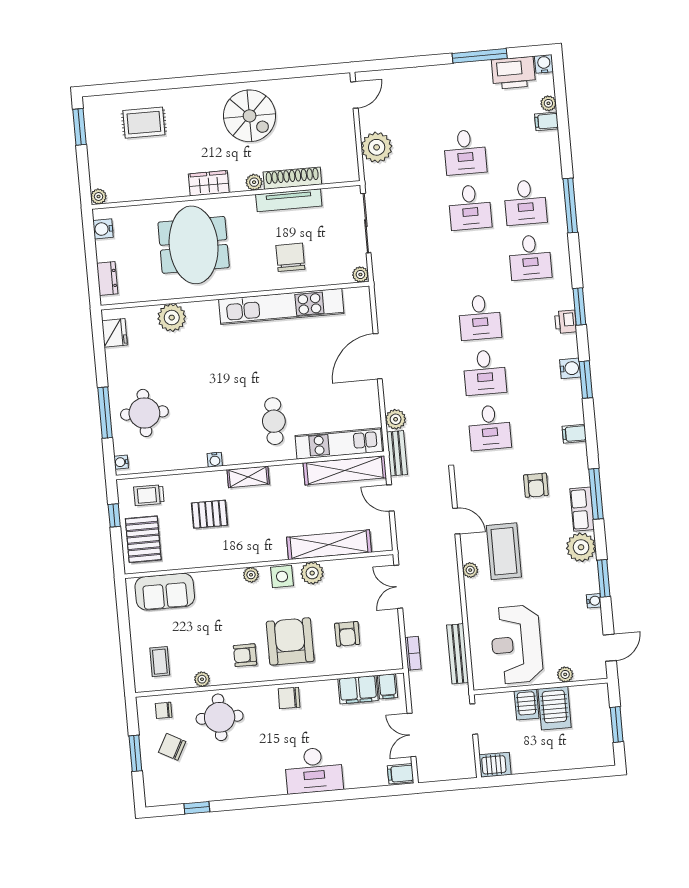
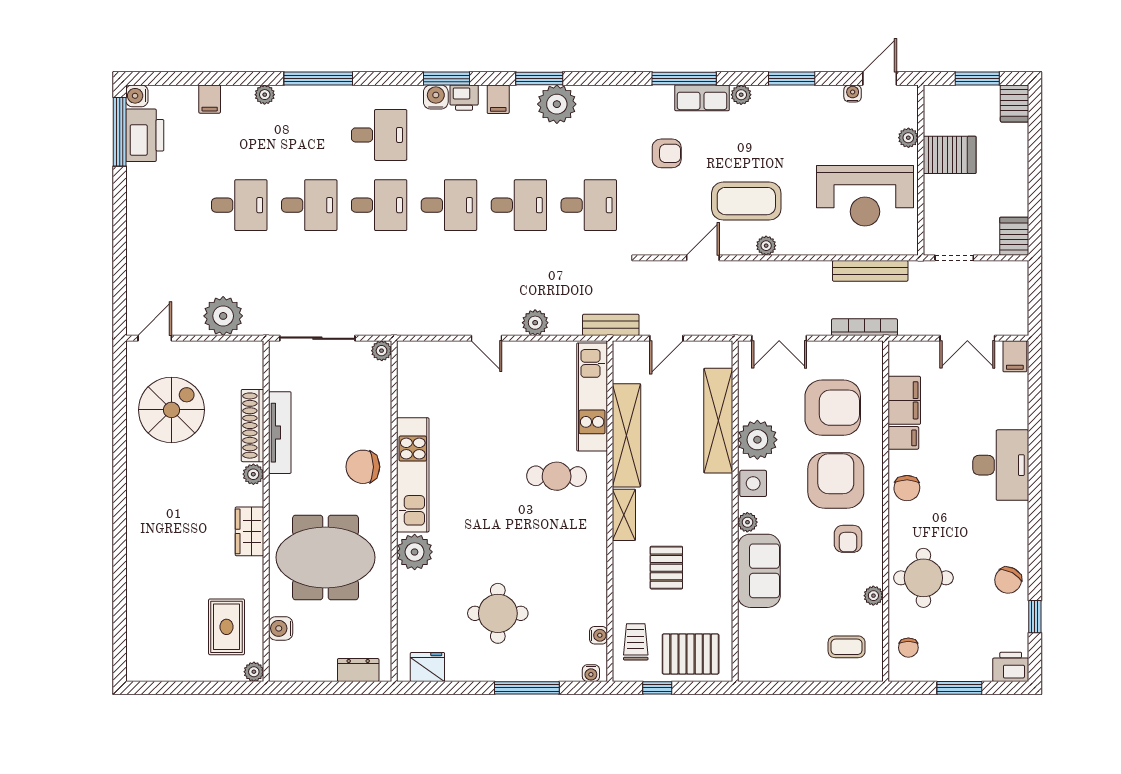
window: (480, 56) -> (120, 132), moved
door: (354, 95) -> (155, 338), hinge flipped
plant: (548, 103) -> (265, 95), moved
spiral stairs: (250, 116) -> (172, 410), moved
rug: (144, 123) -> (226, 627), moved
window: (80, 127) -> (164, 688), removed
desk: (525, 202) -> (379, 205), moved
water cooler: (103, 229) -> (281, 628), moved, turned 90
chair: (290, 257) -> (363, 467), moved
kitchen unit: (281, 306) -> (413, 475), width x0.73
plant: (172, 318) -> (415, 552), moved
door: (378, 356) -> (487, 338), width x0.53
water cooler: (570, 368) -> (436, 97), moved
plant: (567, 395) -> (557, 104), added
round table: (144, 413) -> (498, 613), moved
plant: (396, 419) -> (535, 323), moved
filing cabinet: (574, 434) -> (498, 99), moved
water cooler: (215, 460) -> (598, 635), moved
shelving: (345, 470) -> (626, 435), moved
trolley: (149, 495) -> (636, 642), turned 180
plant: (581, 547) -> (741, 95), width x0.53, depth x0.53
plant: (312, 573) -> (757, 440), width x1.36, depth x1.36
sofa: (165, 592) -> (759, 571), moved
water cooler: (594, 601) -> (853, 93), moved
armchair: (347, 634) -> (833, 408), width x1.88, depth x1.88
armchair: (290, 641) -> (836, 480), turned 90
door: (610, 648) -> (880, 79), hinge flipped
bookcase: (413, 653) -> (865, 327), width x1.56
filing cabinet: (388, 686) -> (903, 438), moved
server rack: (527, 705) -> (1015, 103), moved, turned 90
chair: (172, 747) -> (1008, 580), moved
printer: (156, 792) -> (1011, 667), added

